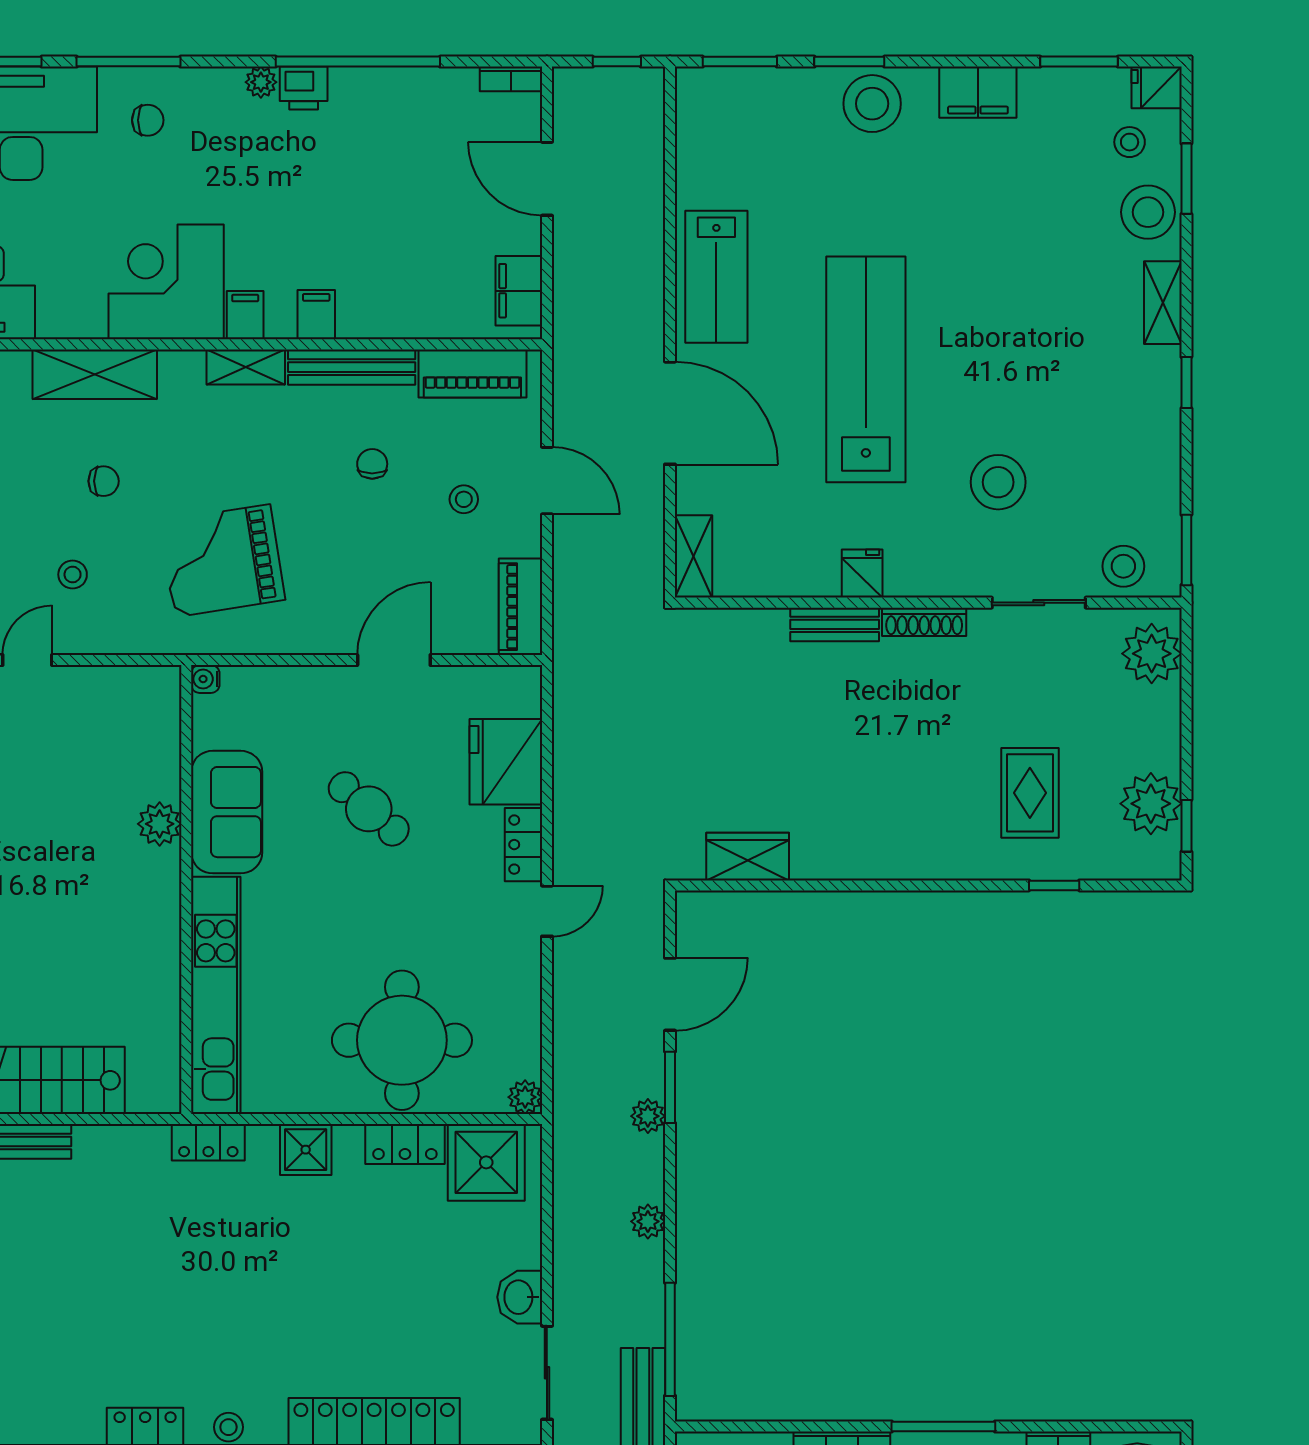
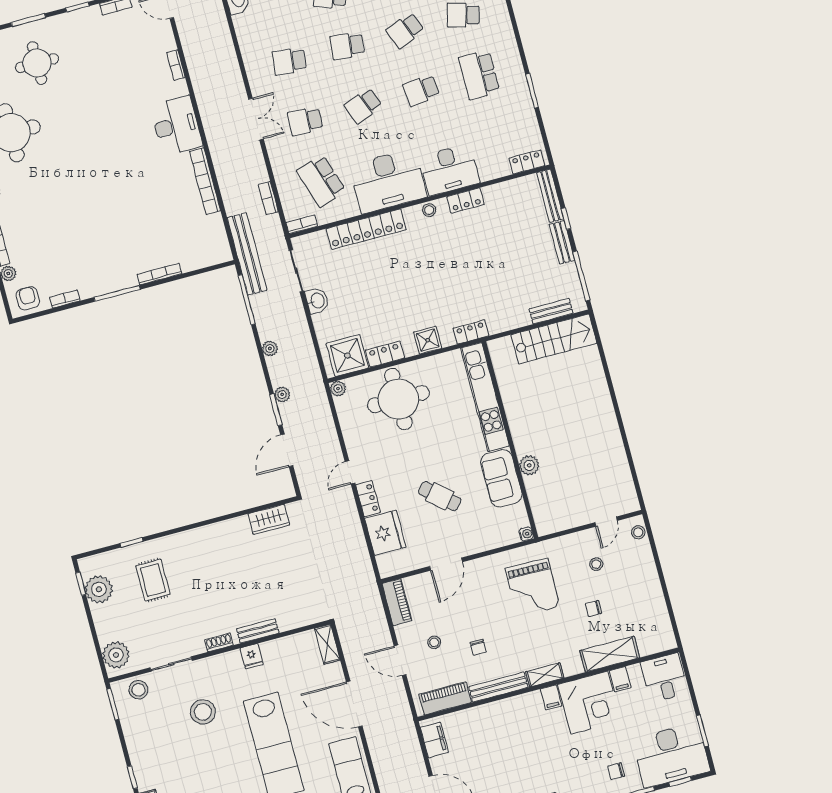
filing cabinet: (316, 315) -> (620, 679), moved
grand piano: (222, 561) -> (532, 588), turned 100
shoe rack: (924, 622) -> (219, 642), width x0.70

